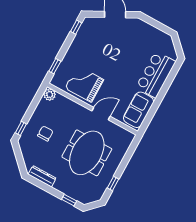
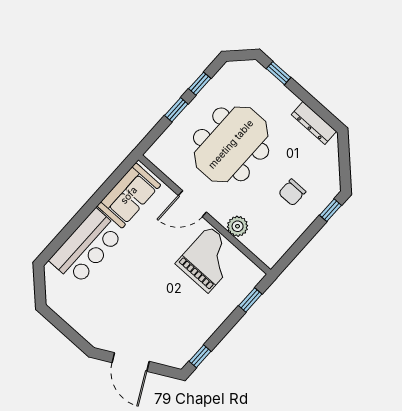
grand piano: (84, 84) -> (209, 259), turned -90
plant: (50, 95) -> (238, 226), moved
window: (123, 165) -> (176, 110), added

